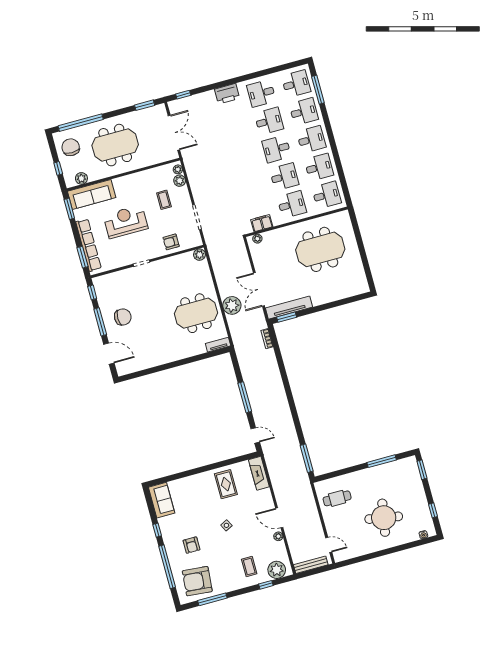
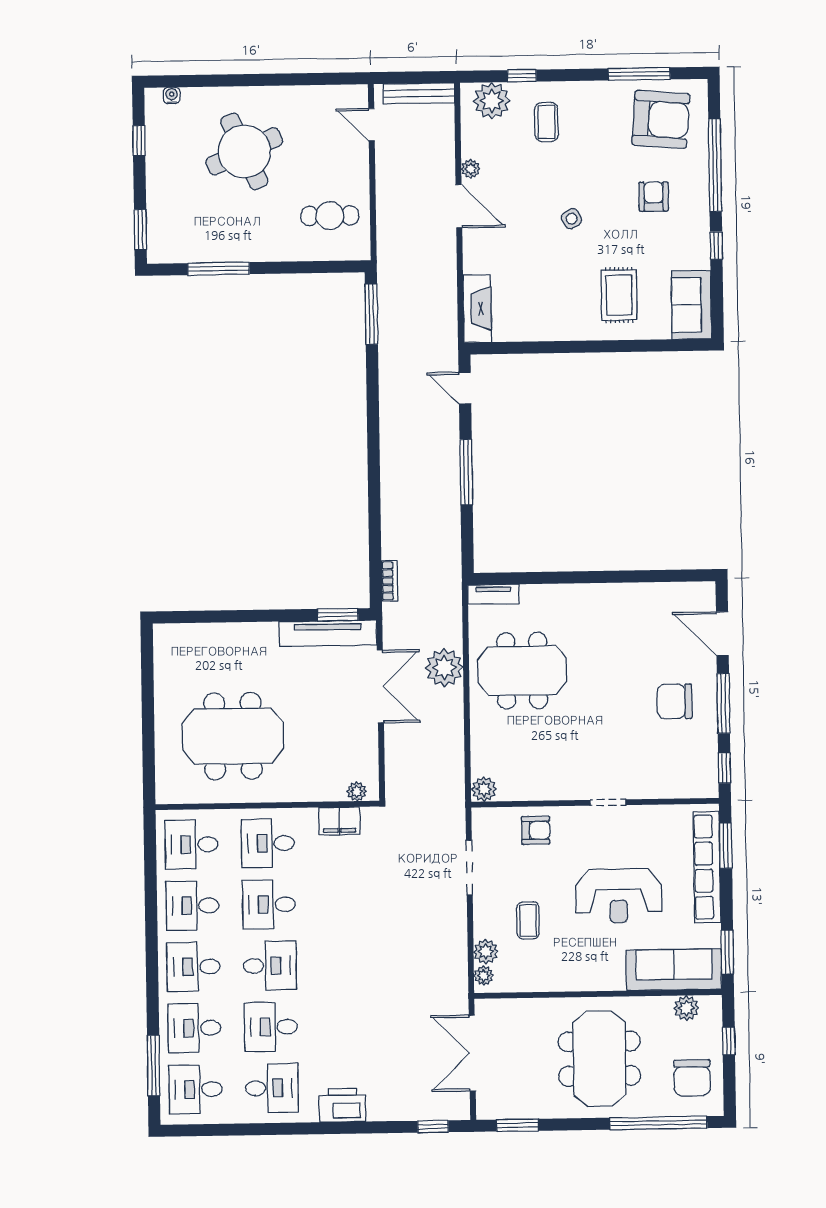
meeting table: (115, 145) -> (599, 1059), turned 90
rug: (226, 484) -> (619, 295), moved
round table: (384, 518) -> (244, 151), turned -34

